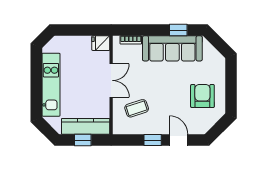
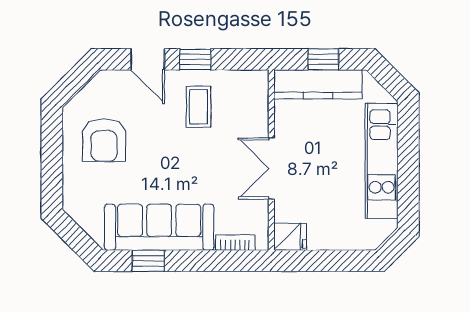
coffee table: (137, 108) -> (199, 107), moved, turned -72

